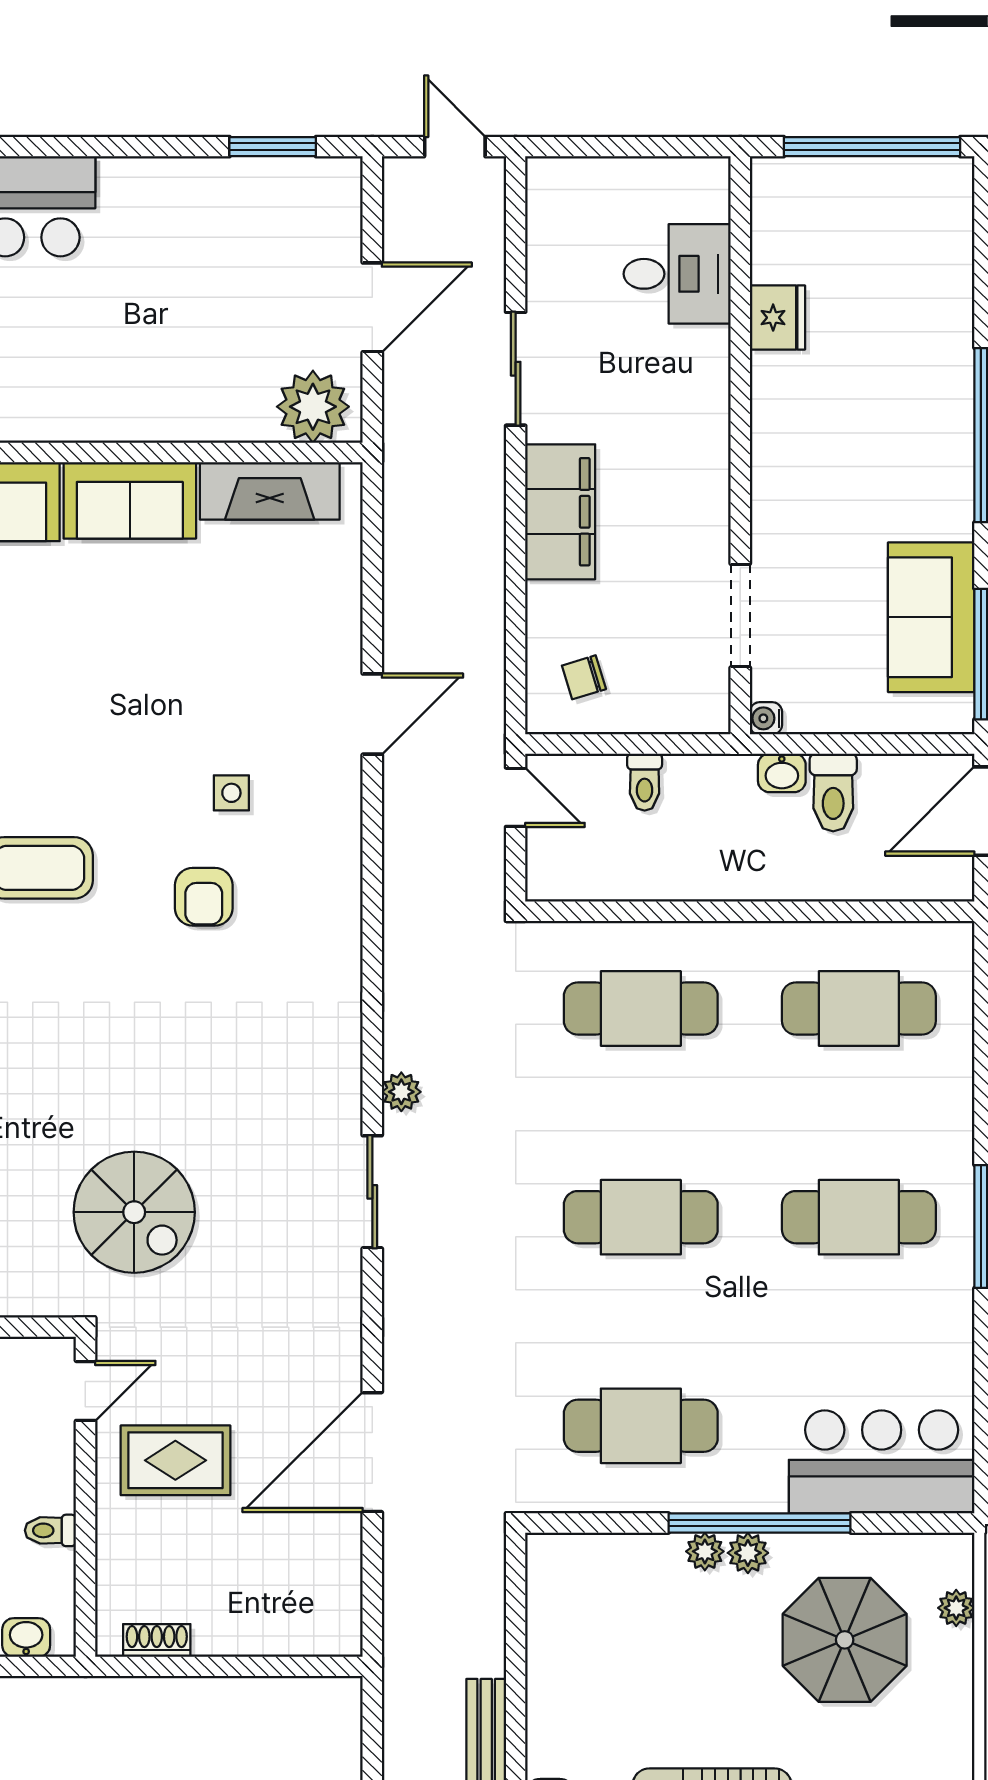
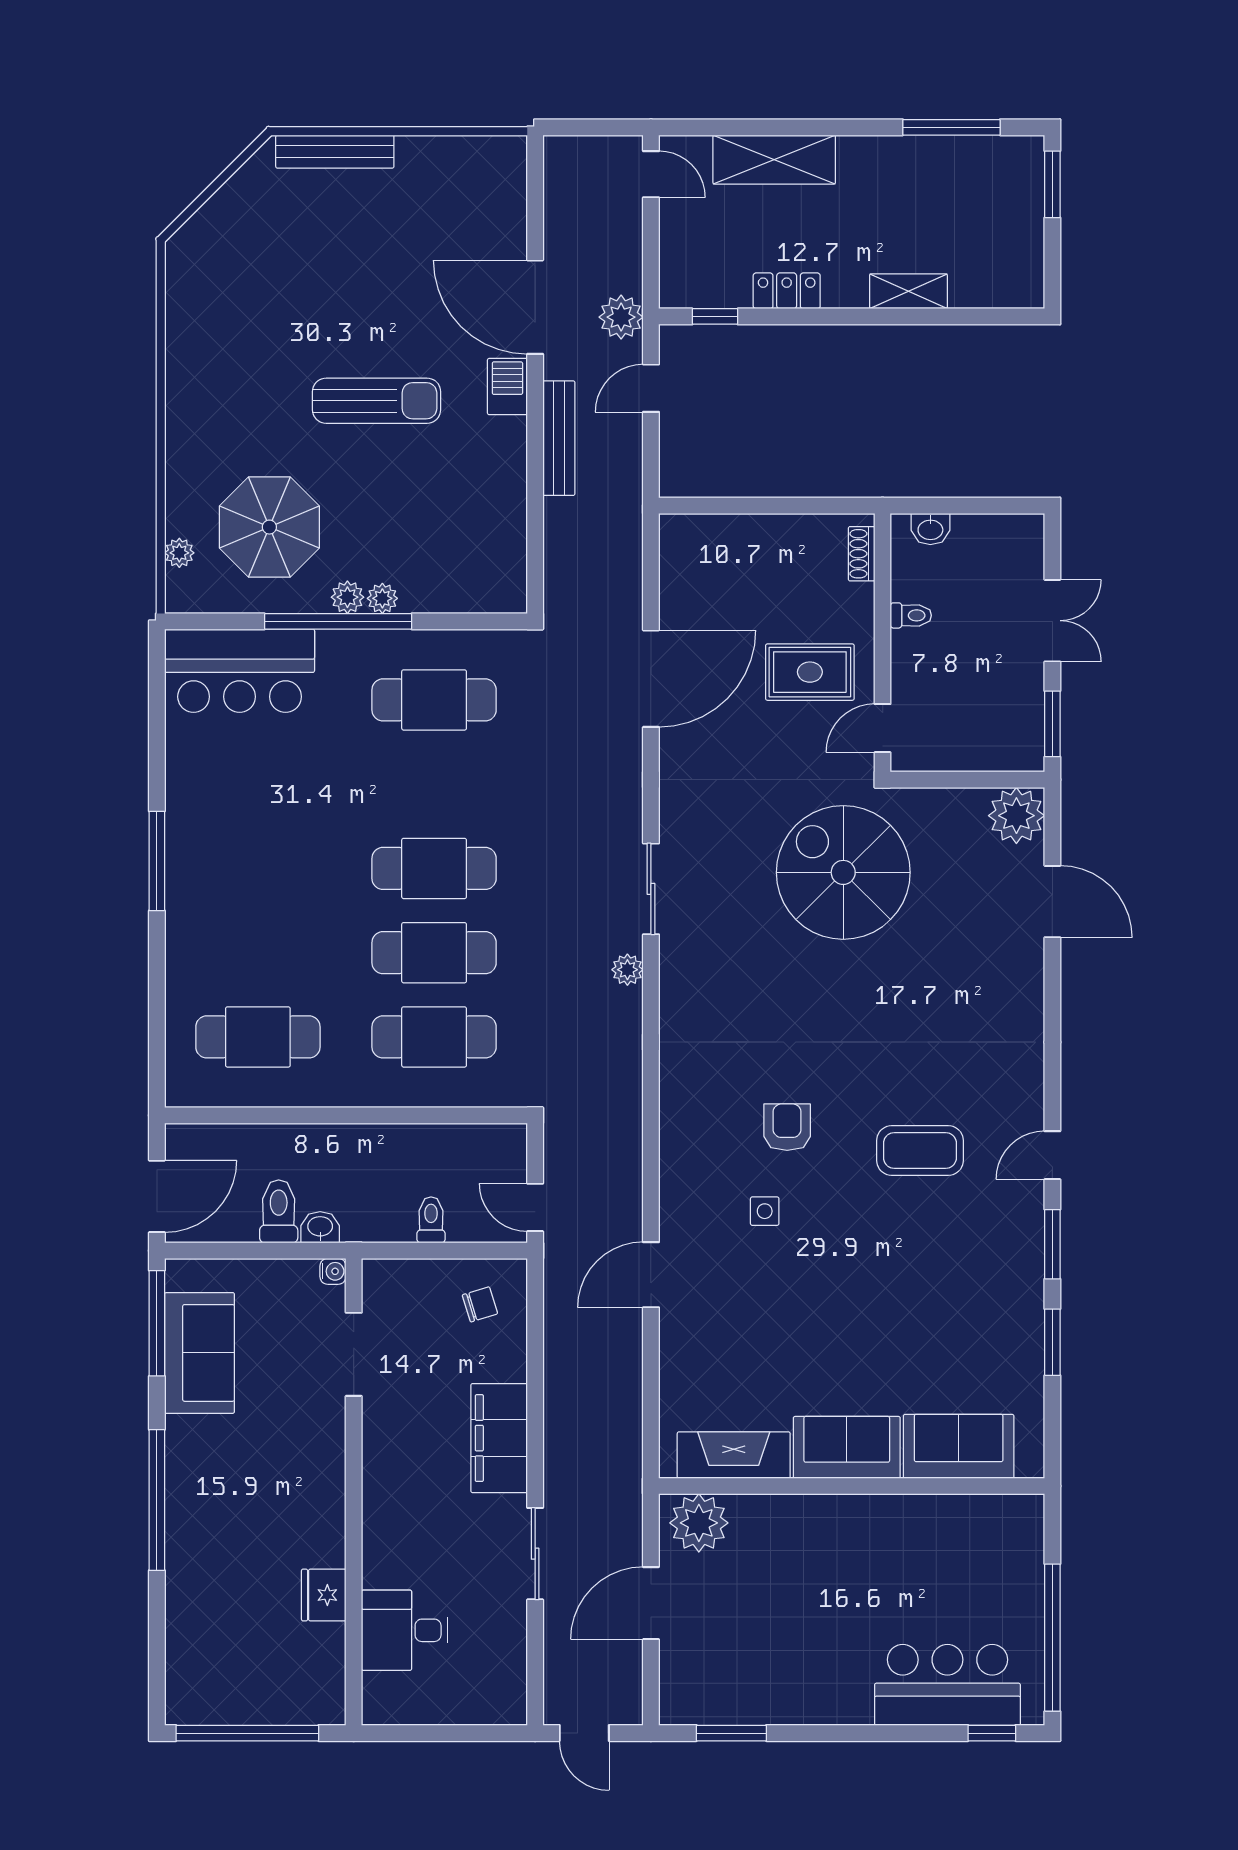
spiral stairs: (134, 1212) -> (843, 872), width x1.37, depth x1.37
cafe table: (859, 1217) -> (434, 953), moved
shoe rack: (157, 1640) -> (862, 554), moved, turned 90

